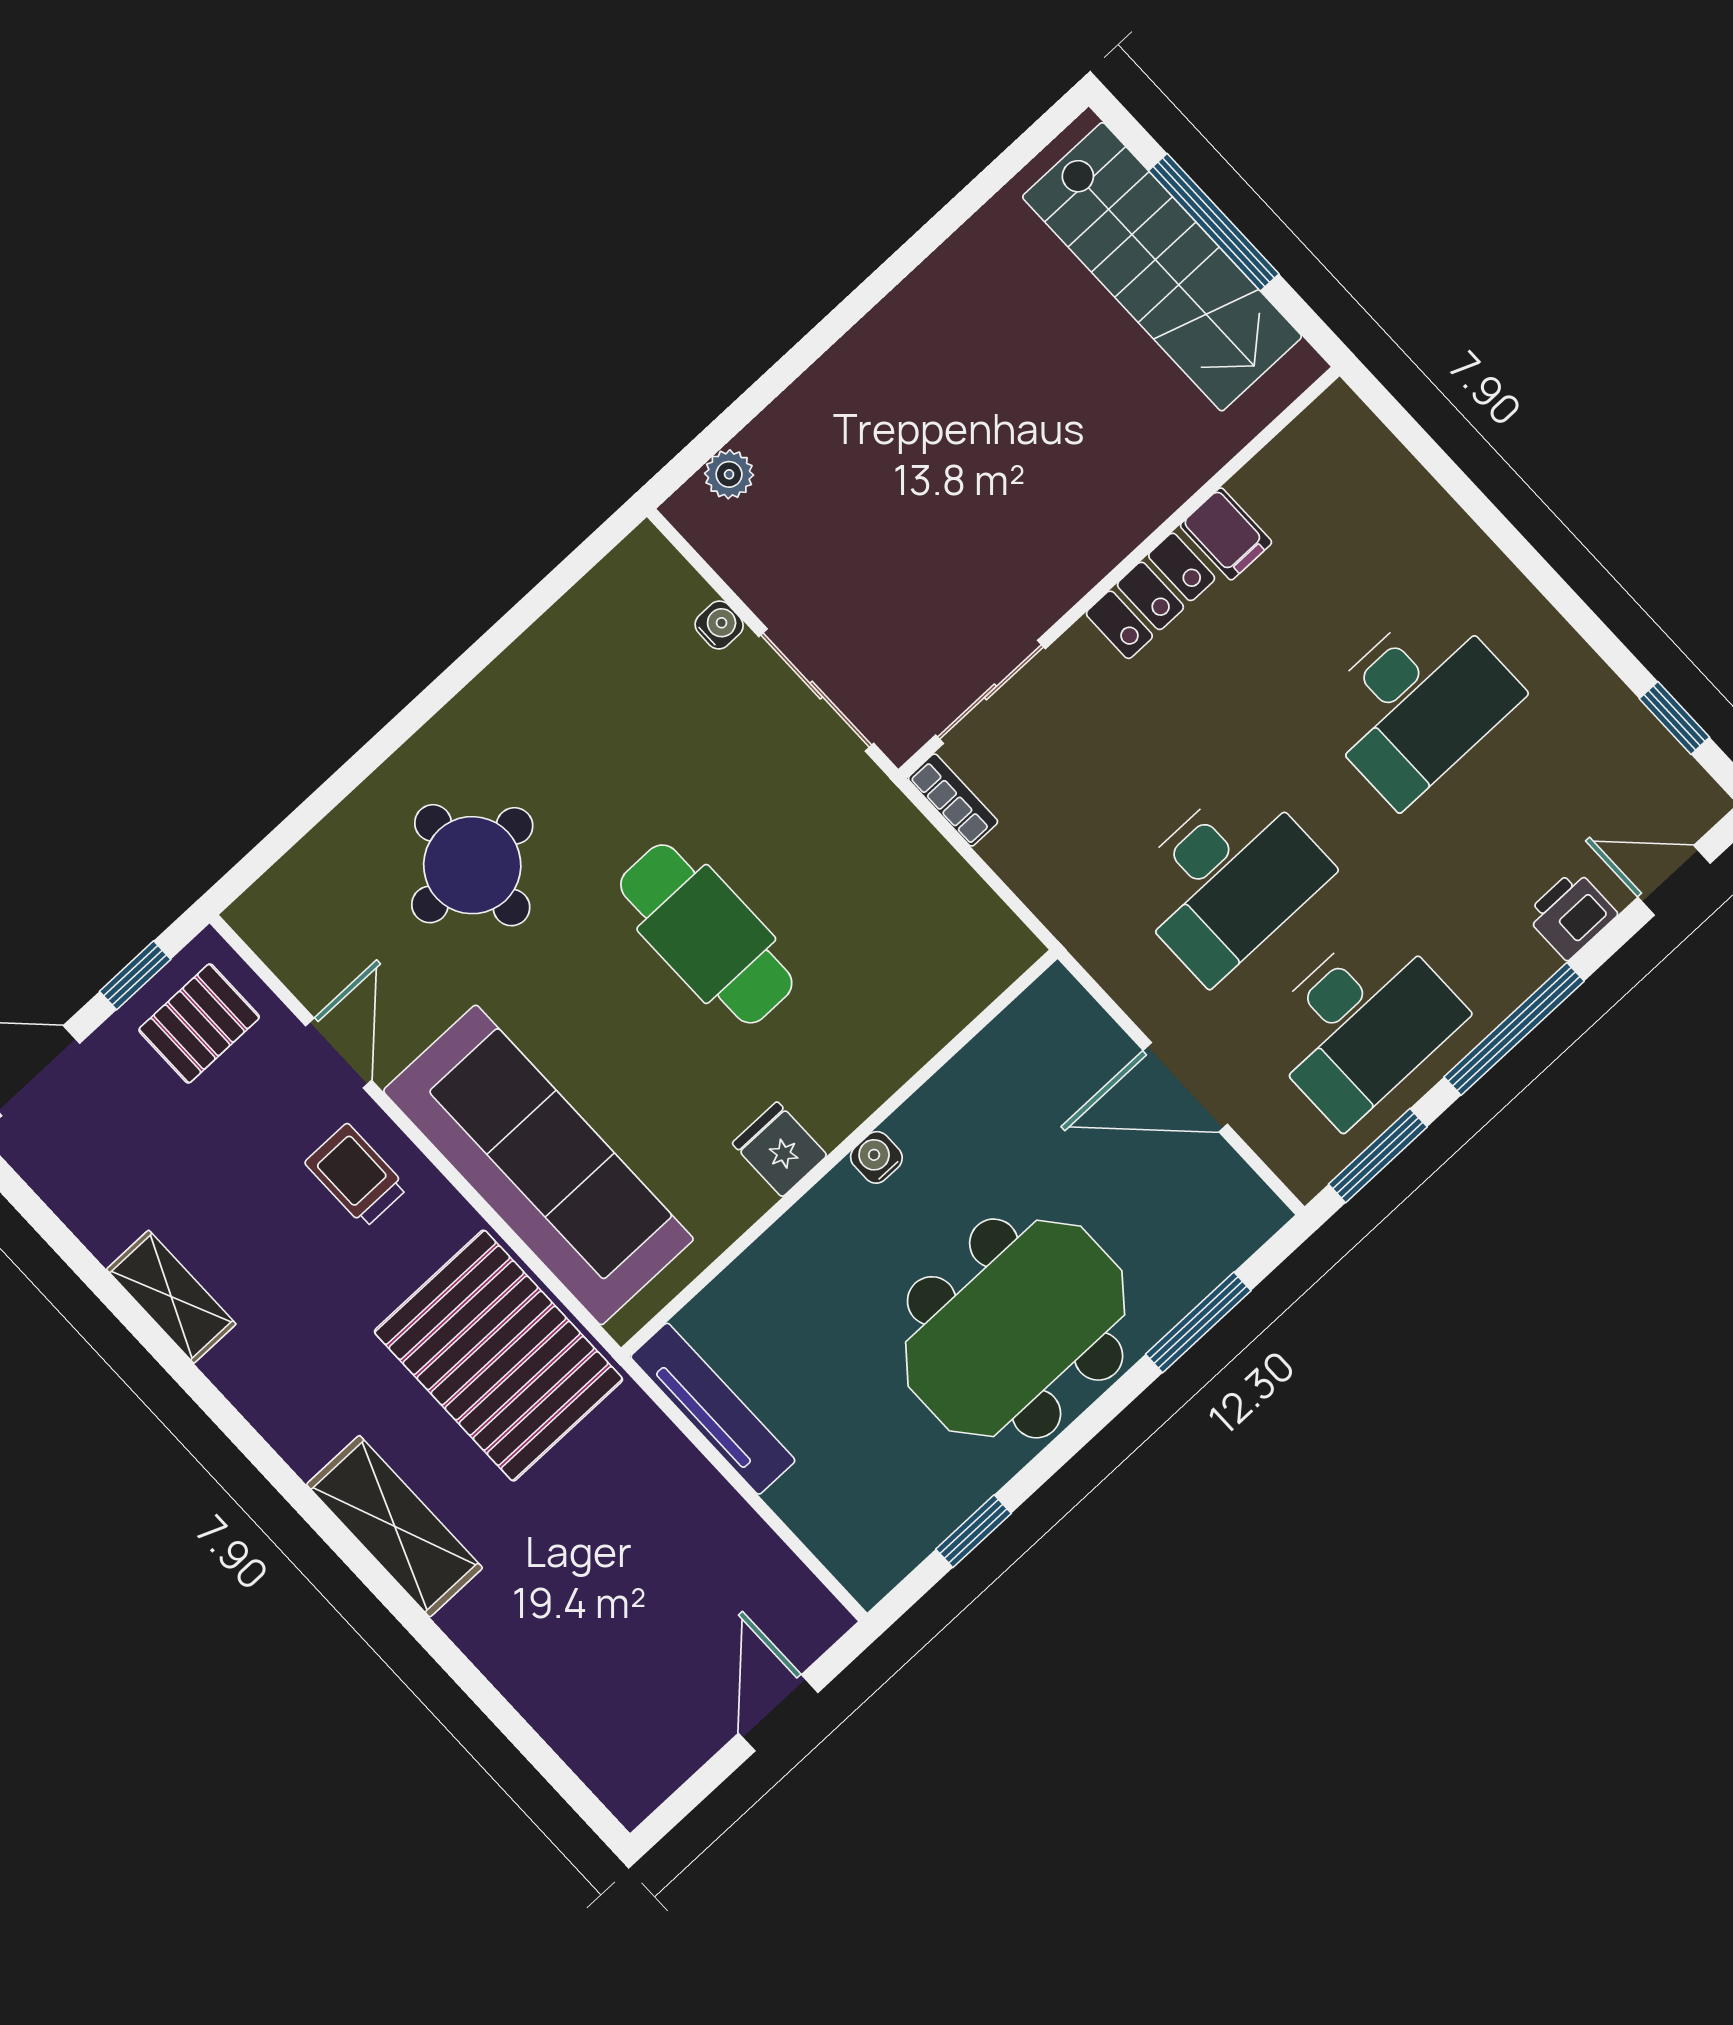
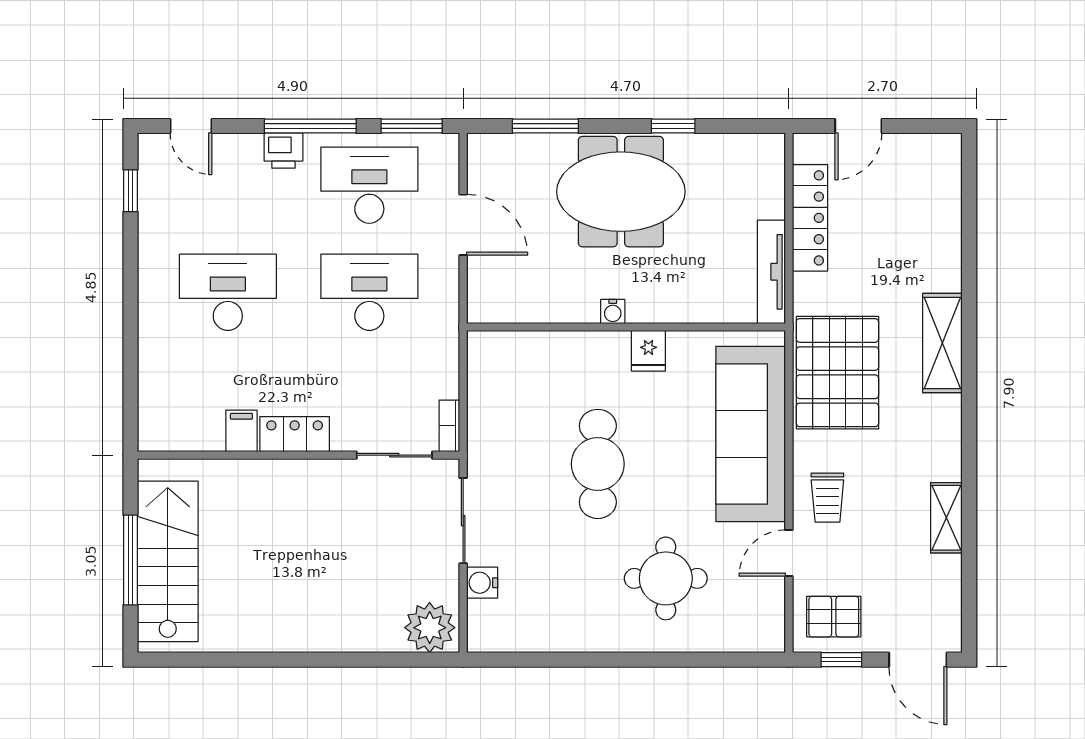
plant: (729, 474) -> (430, 628), width x1.88, depth x1.88
water cooler: (719, 625) -> (482, 583), width x1.38, depth x1.38
printer: (1571, 914) -> (283, 151), moved
locker: (728, 1529) -> (810, 218), added
window: (974, 1531) -> (673, 126), moved

